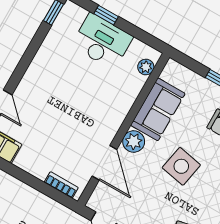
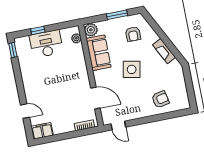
plant: (134, 141) -> (91, 30), moved

